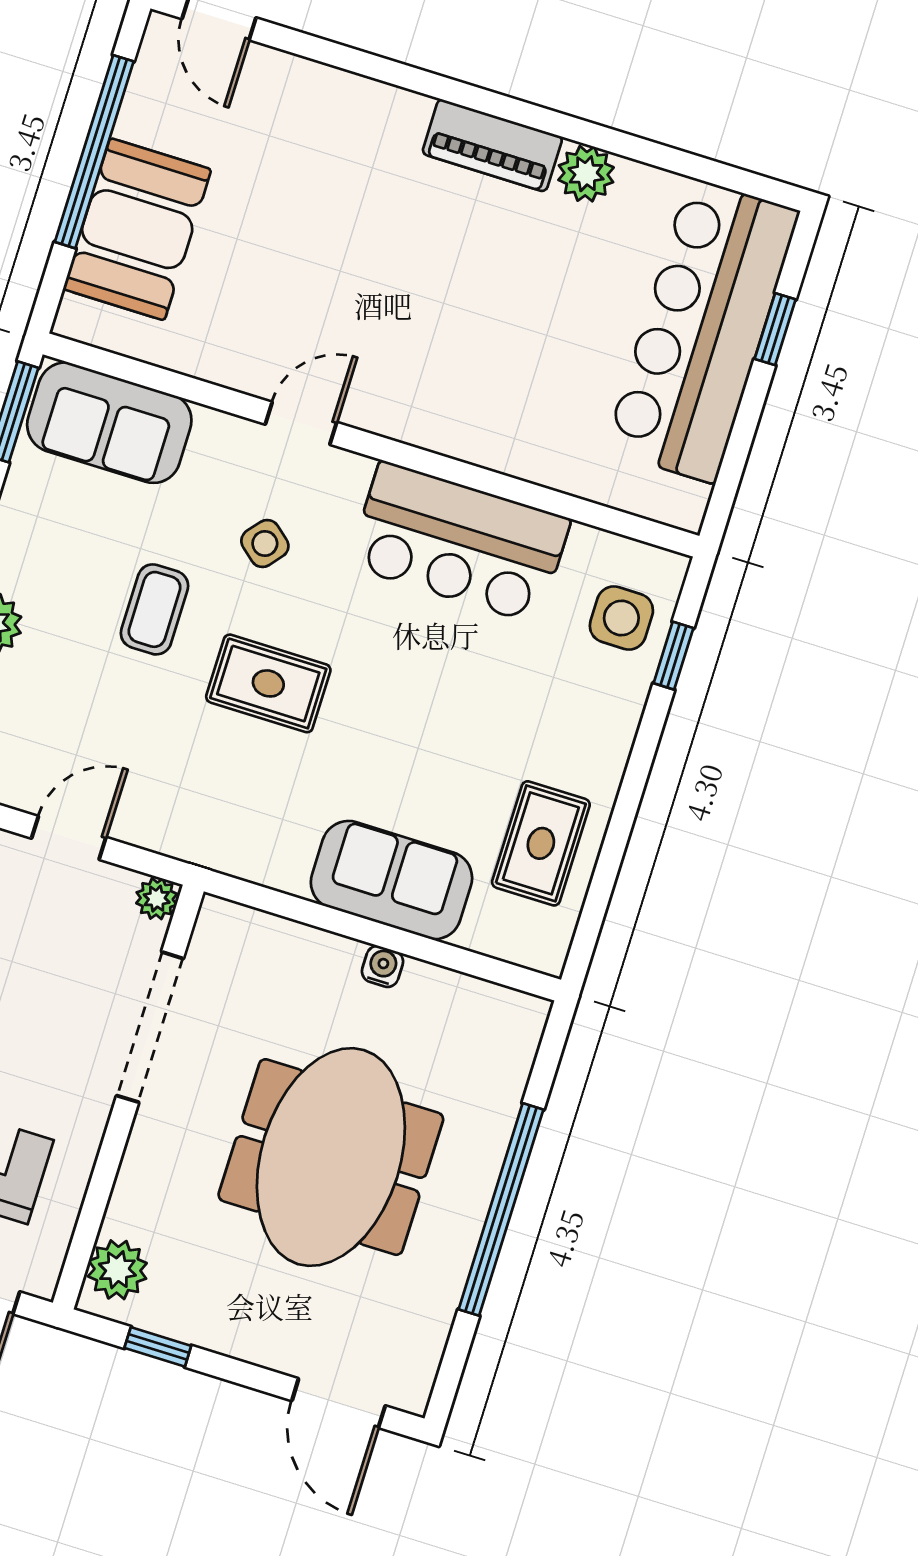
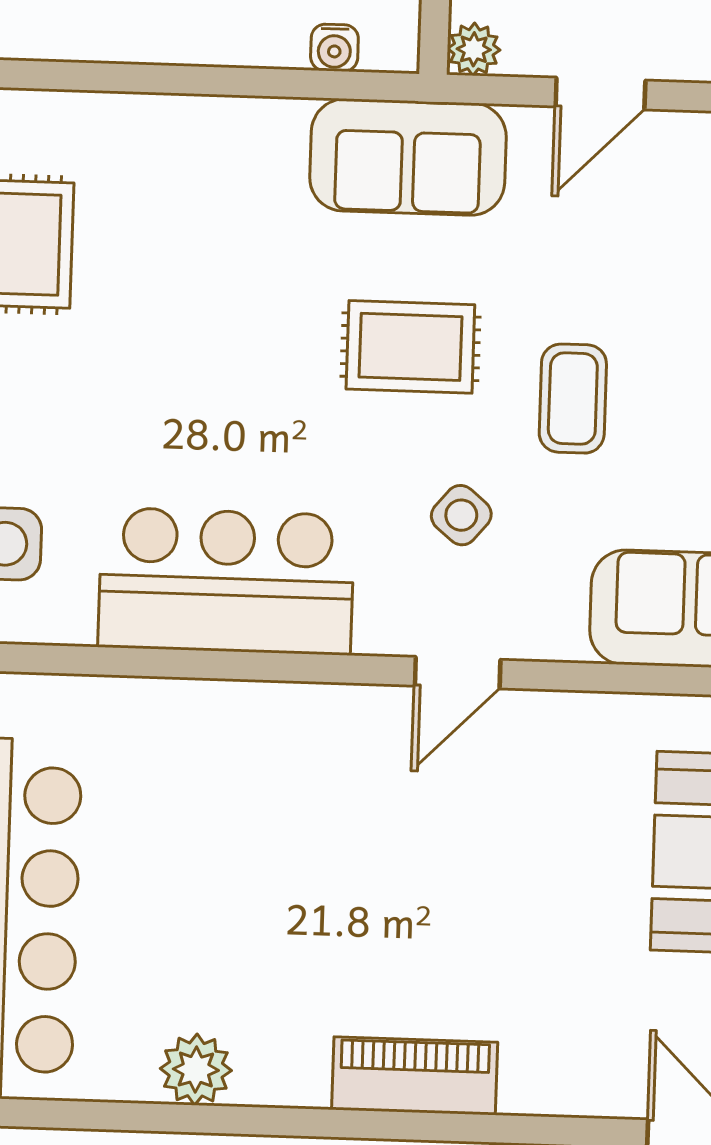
piano: (492, 145) -> (415, 1076), moved
sofa: (391, 880) -> (408, 157), moved
water cooler: (382, 966) -> (334, 48), moved

